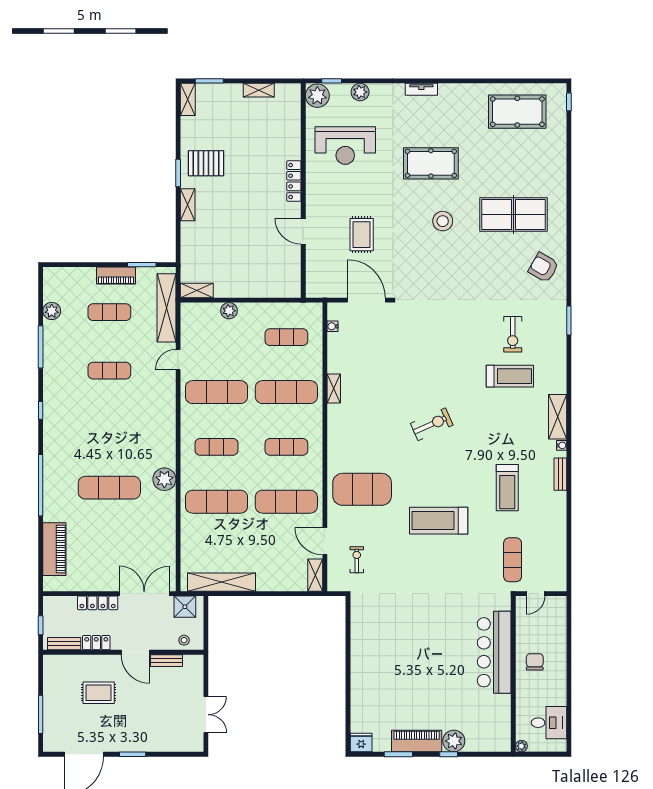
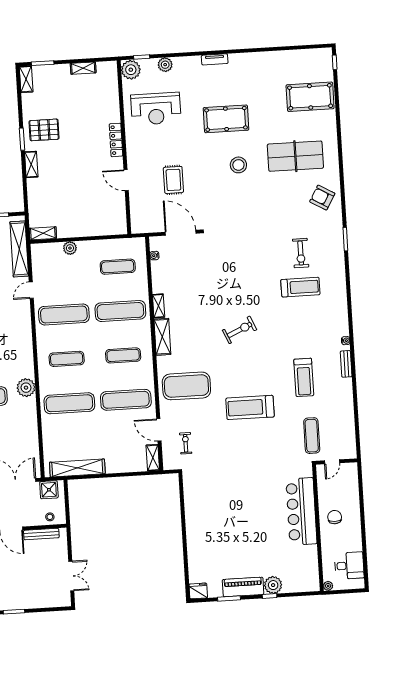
pool table: (517, 112) -> (310, 97), moved
shelving: (558, 417) -> (162, 337), moved
bench: (166, 661) -> (41, 534), width x1.36

